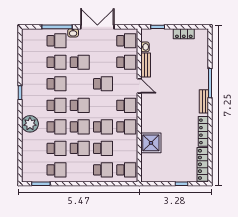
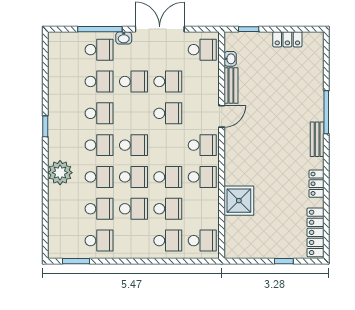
school desk: (126, 62) -> (168, 82), moved
door: (139, 86) -> (222, 116), hinge flipped
locker: (203, 131) -> (316, 184), width x0.66

